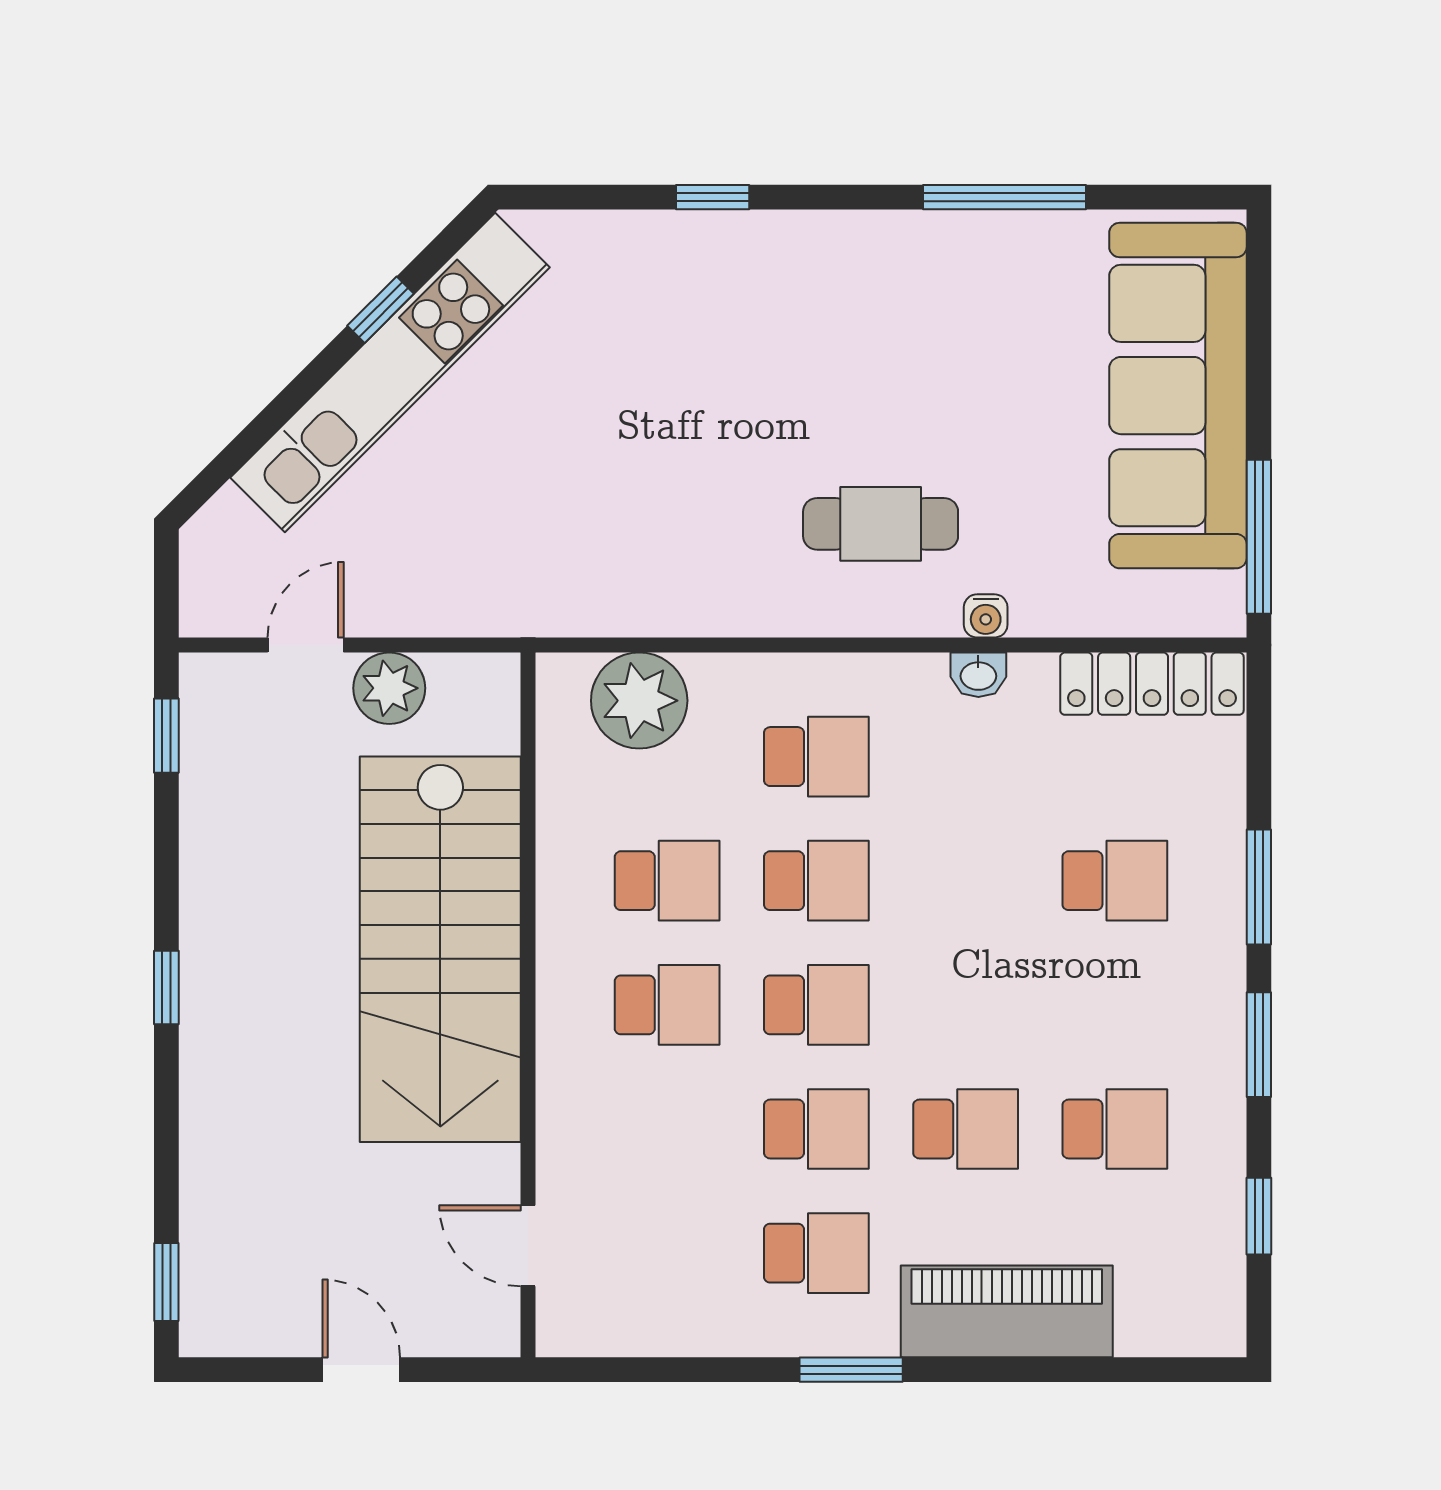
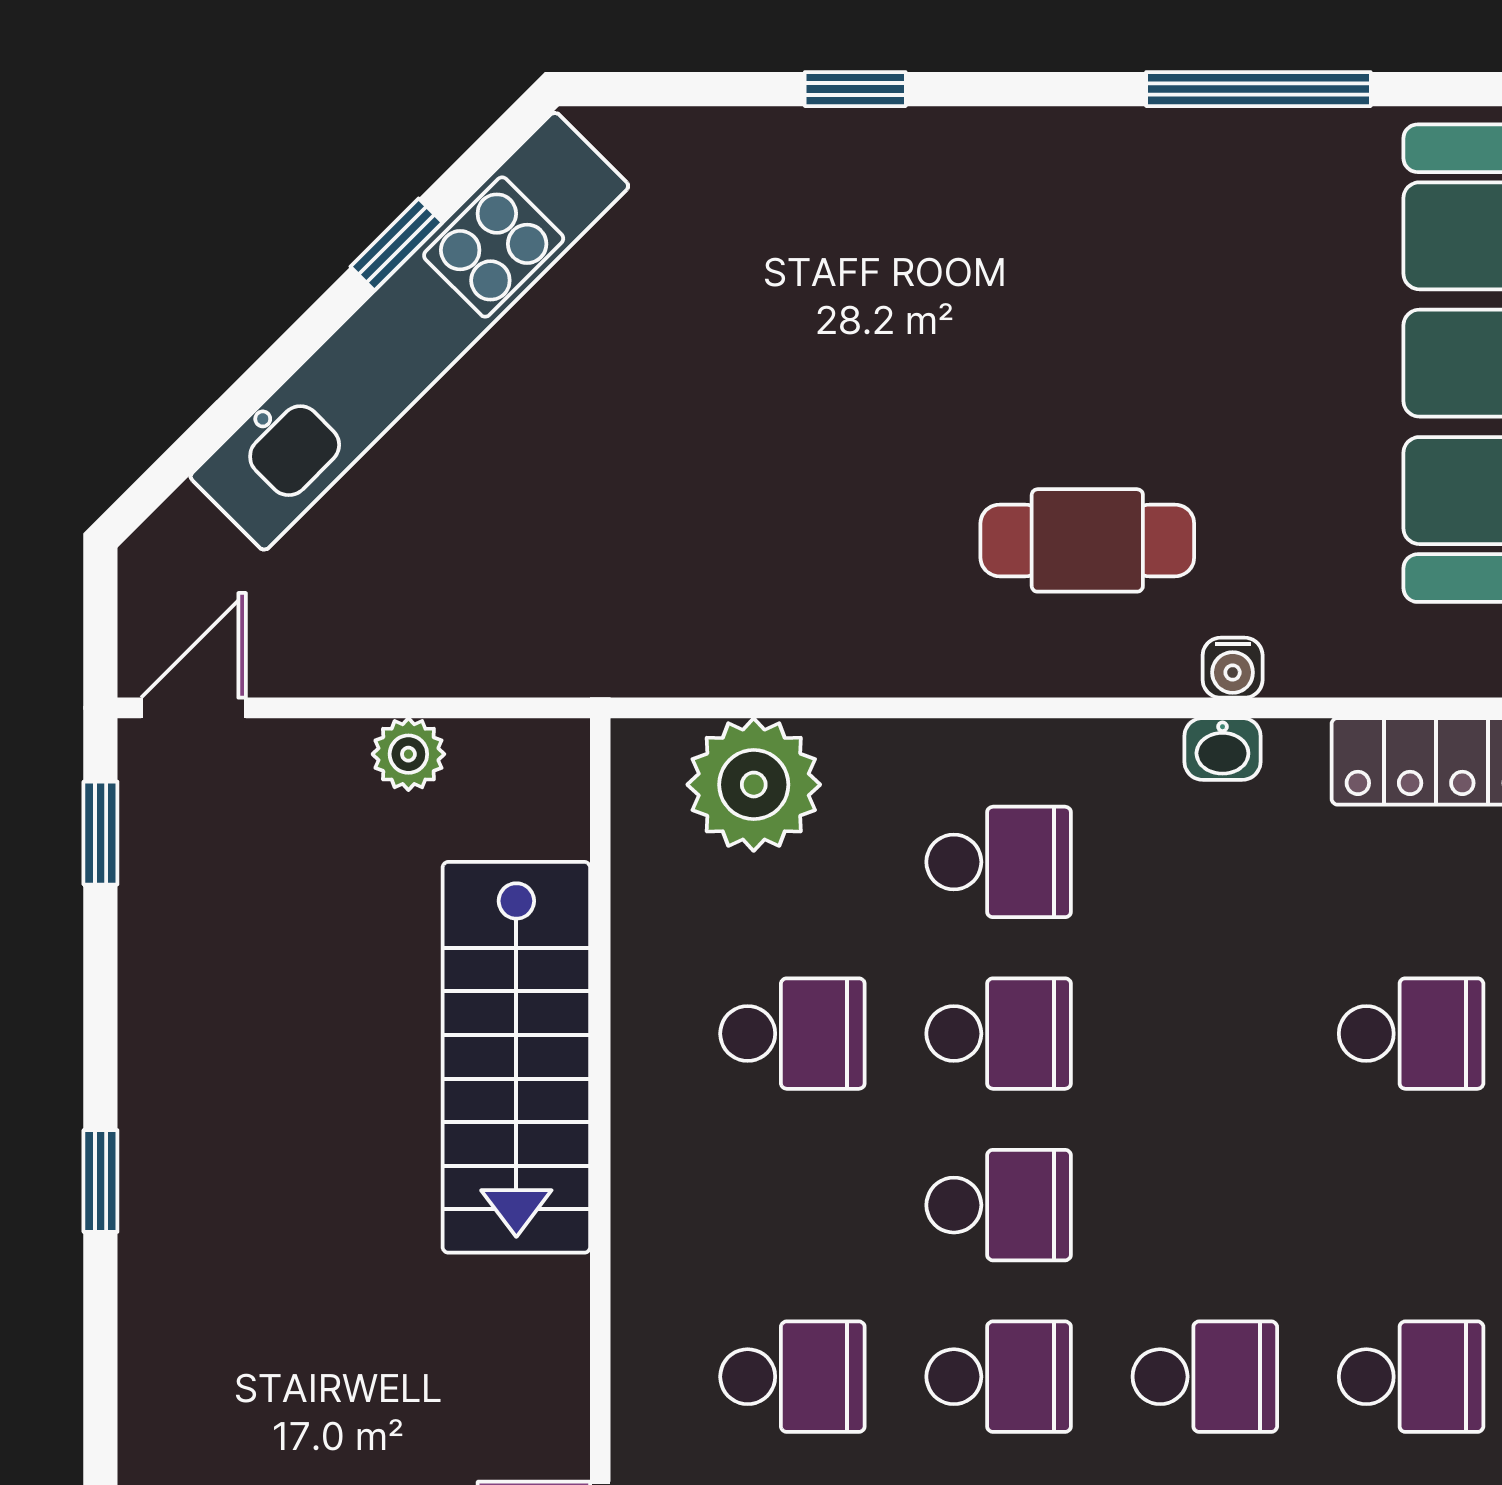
door: (306, 645) -> (194, 708), moved
plant: (389, 688) -> (408, 754), width x0.73, depth x0.73
stairs: (440, 949) -> (516, 1057), width x0.73, depth x0.66
school desk: (667, 1005) -> (792, 1377), moved

